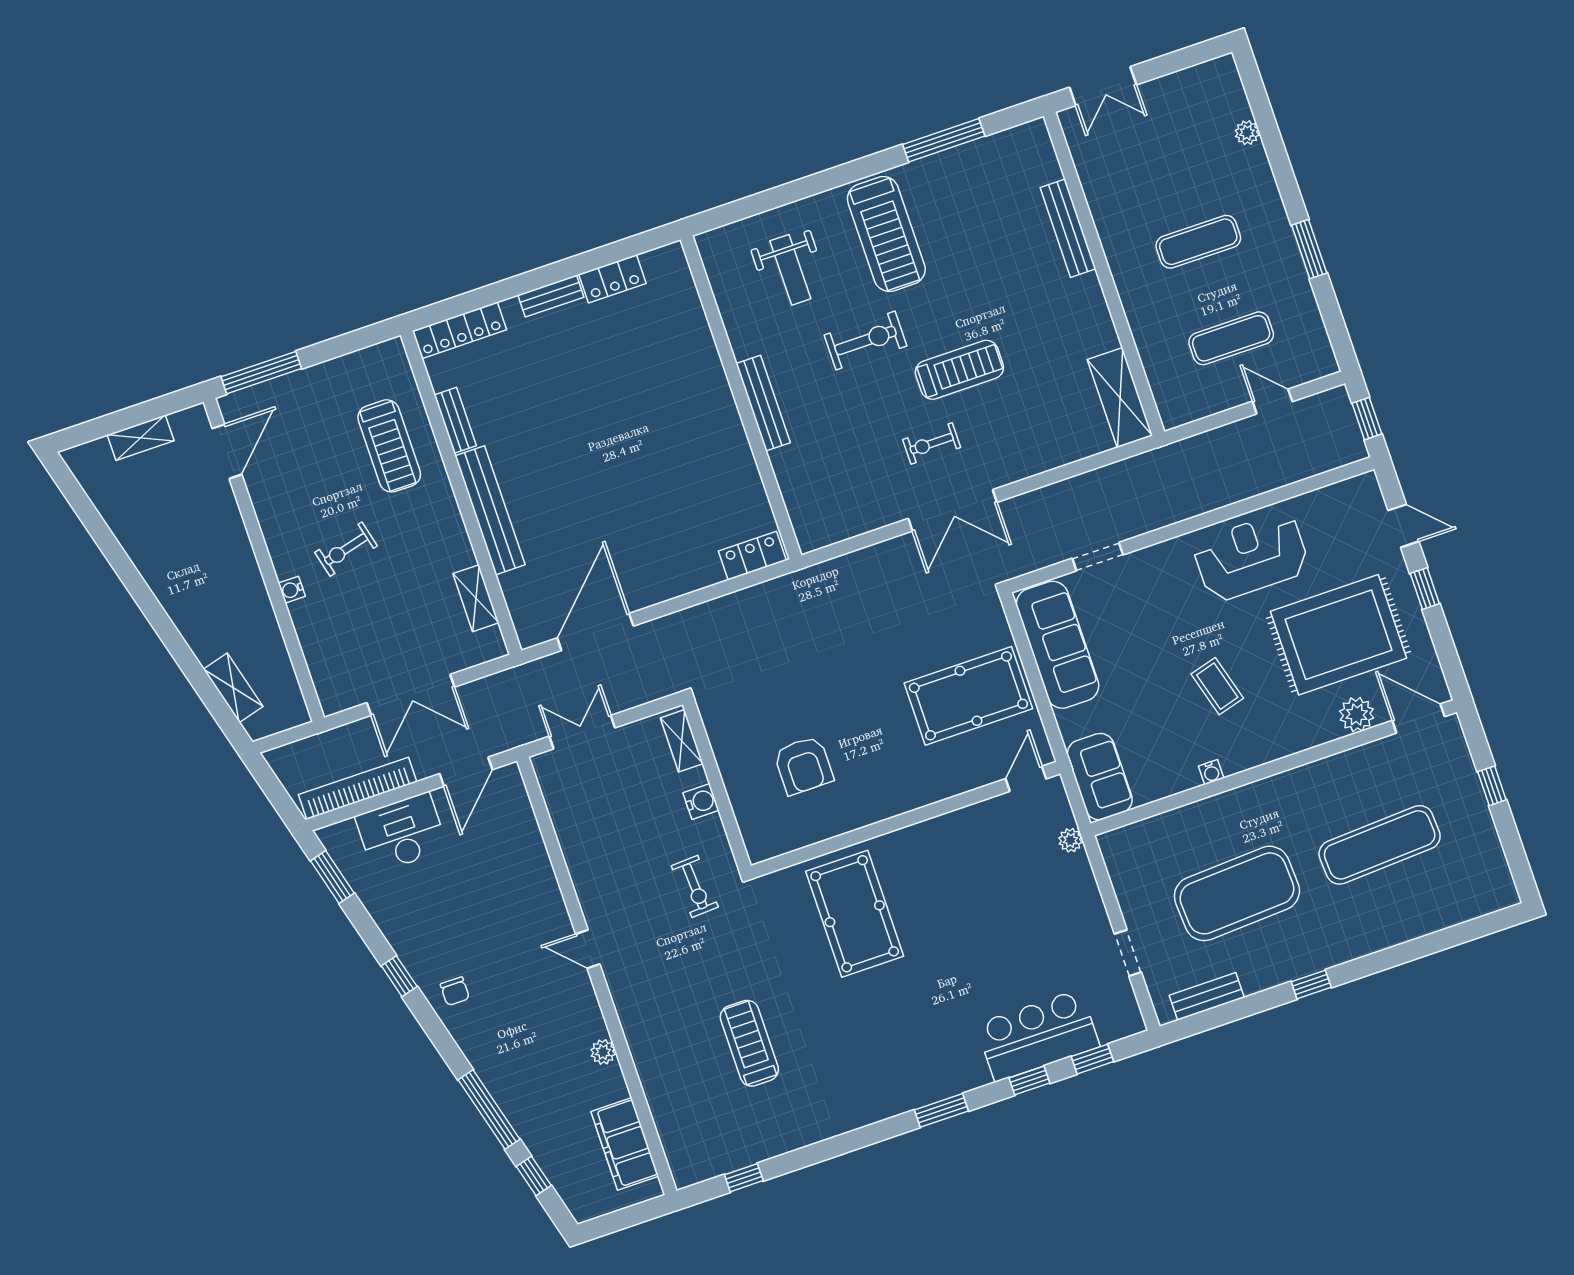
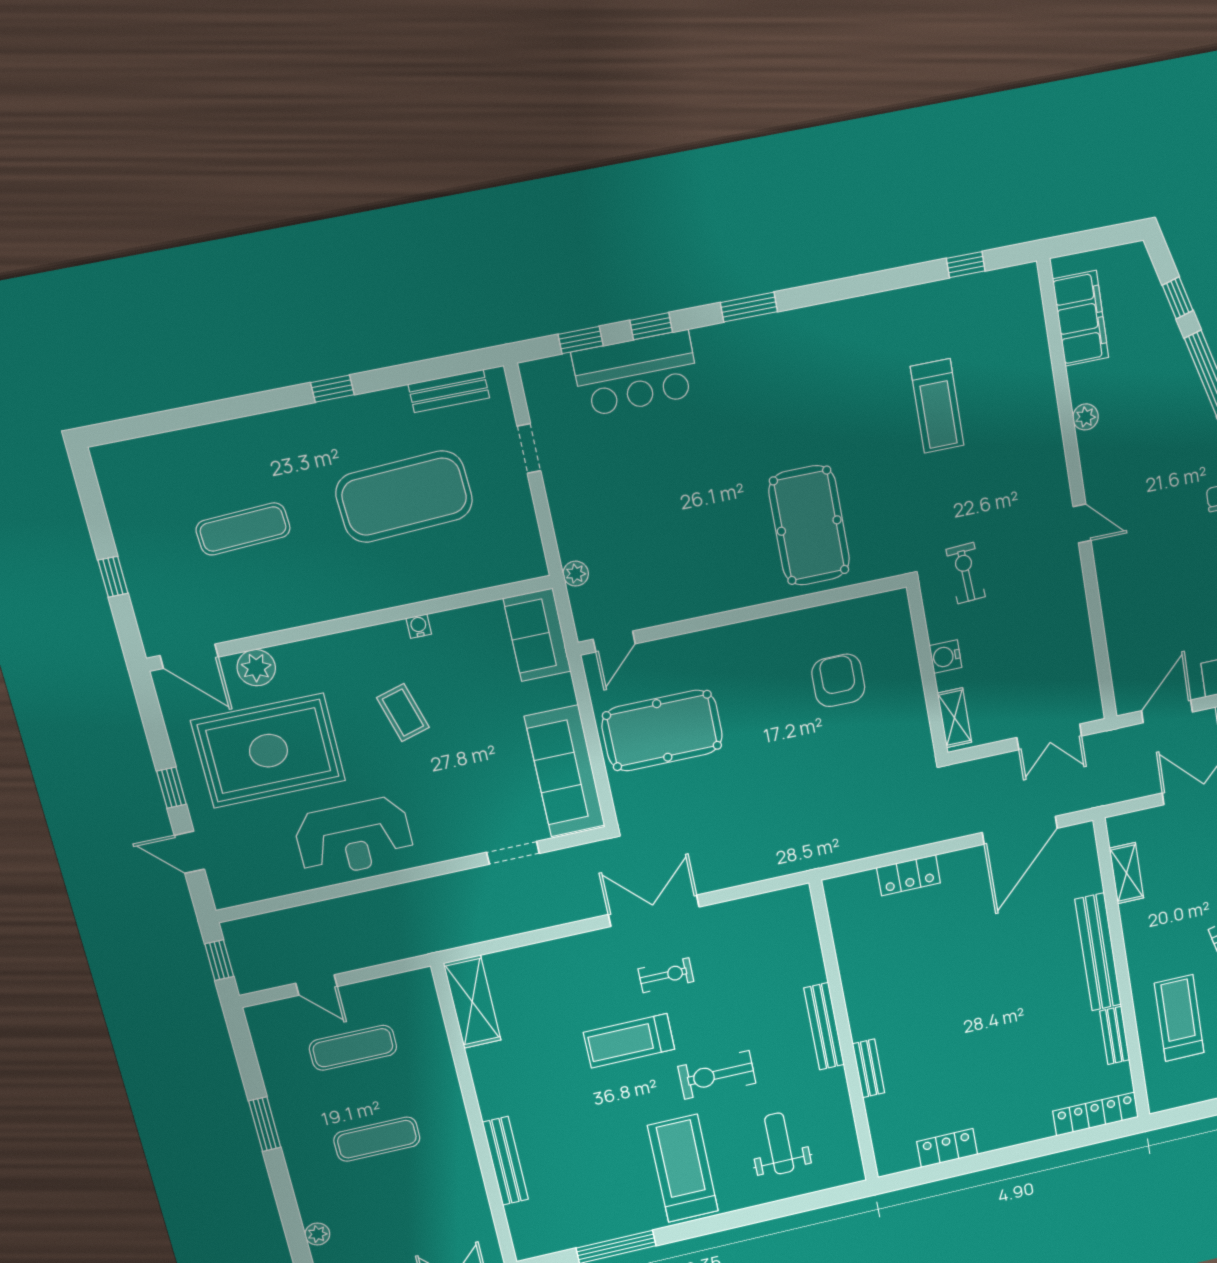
bench: (551, 296) -> (869, 1068), moved, turned 90
locker: (752, 556) -> (909, 875), moved
exercise mat: (1380, 845) -> (243, 529), width x0.73, depth x0.69

